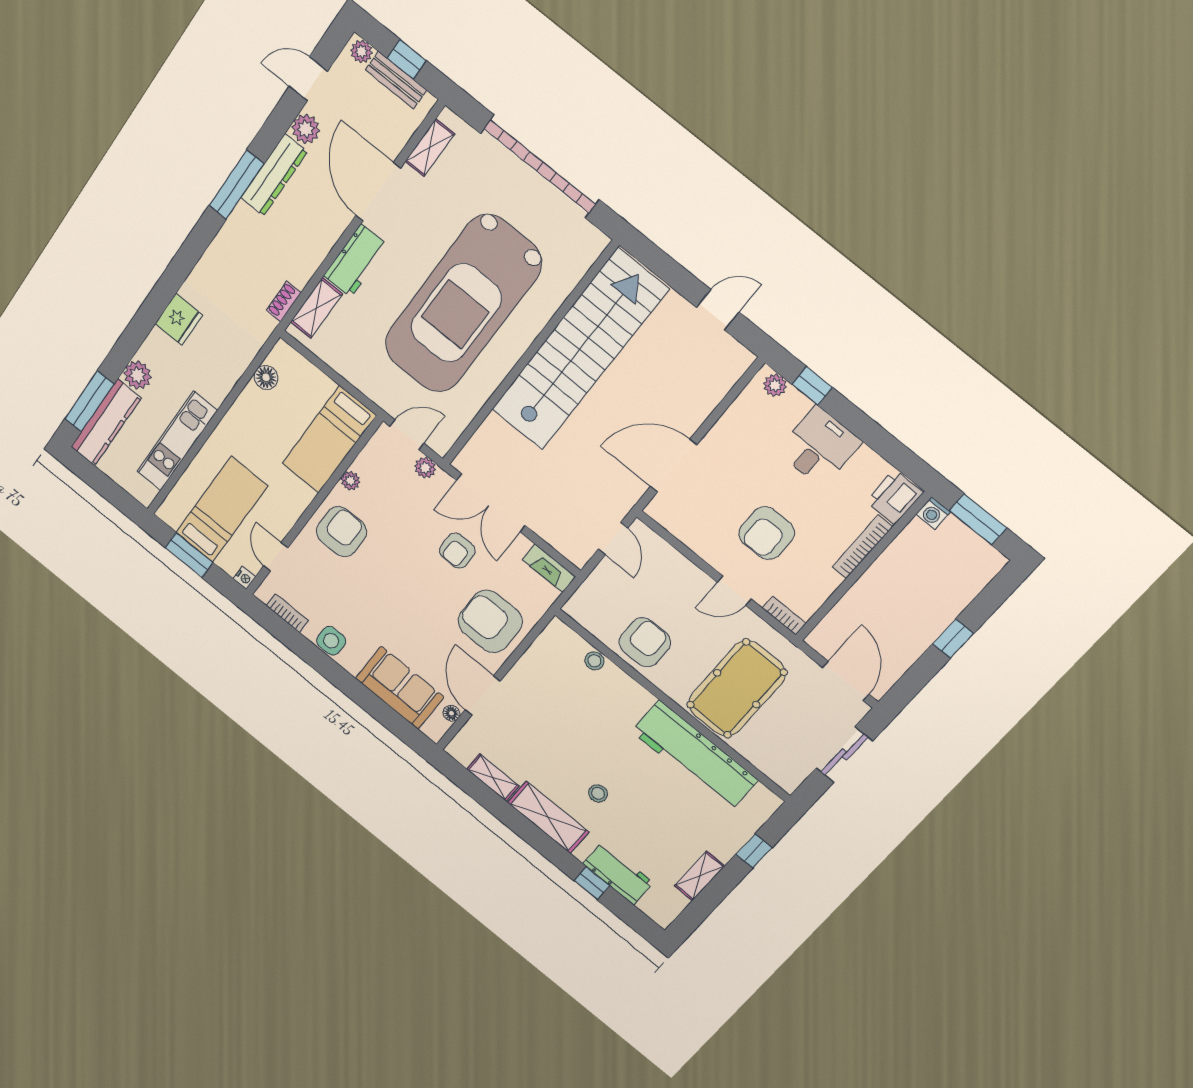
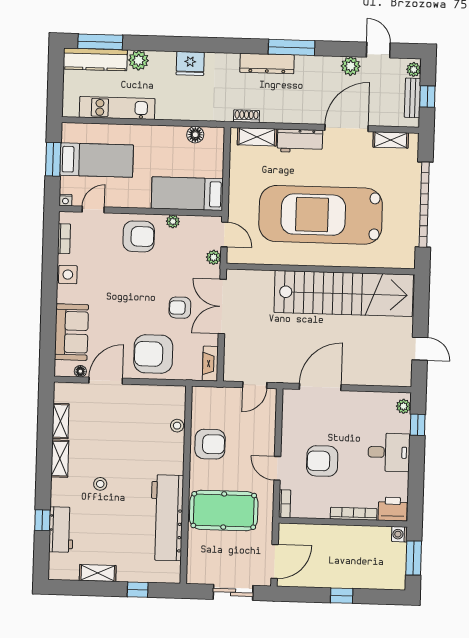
dresser: (274, 175) -> (267, 64), moved
door: (673, 466) -> (320, 387), hinge flipped
armchair: (490, 621) -> (153, 354), turned -90
shelving: (548, 817) -> (60, 459), width x0.67, depth x0.75

